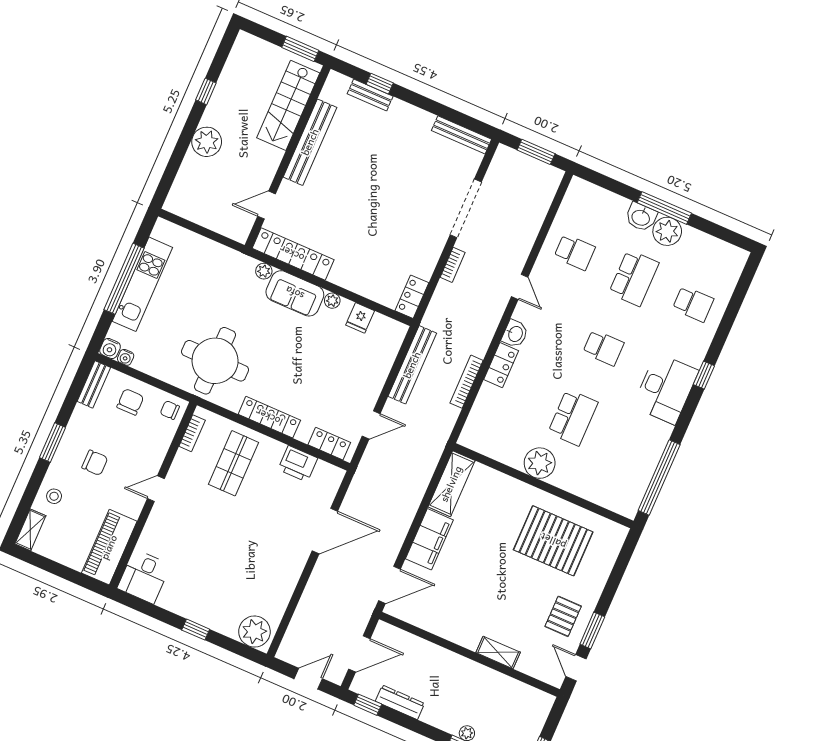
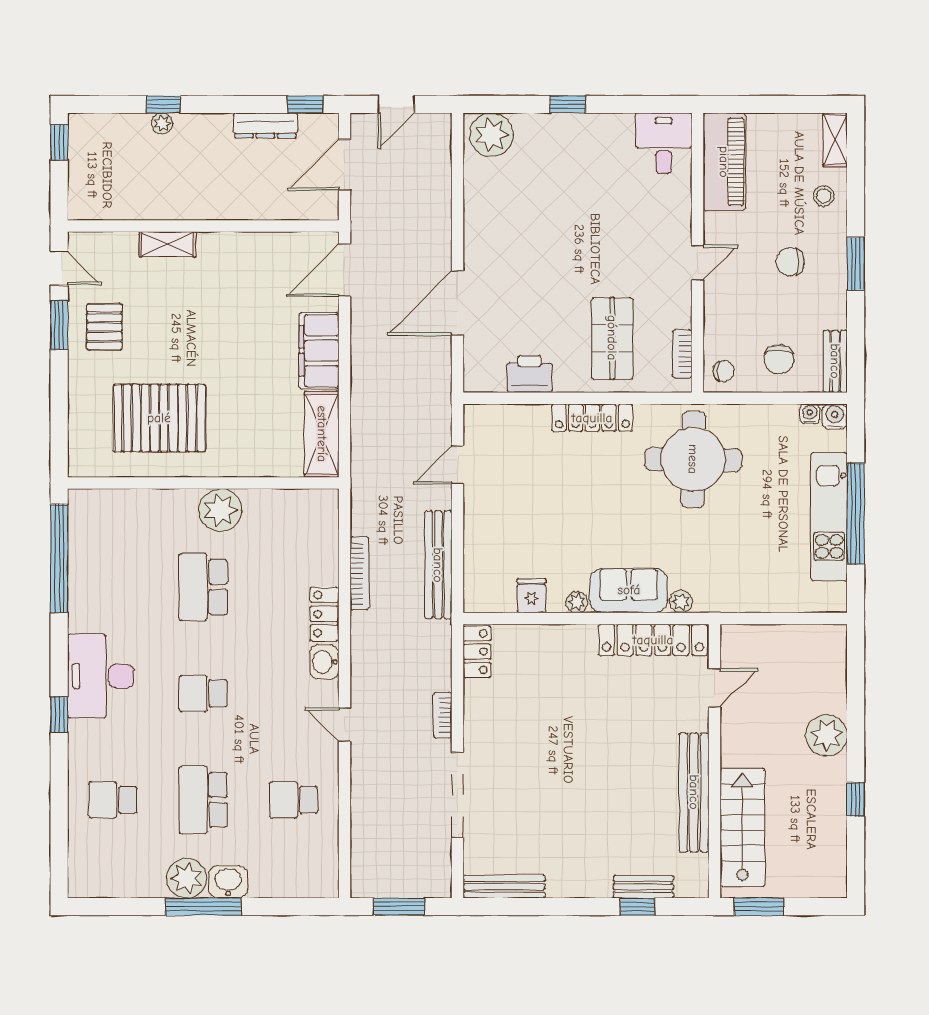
locker: (329, 444) -> (501, 417), removed

